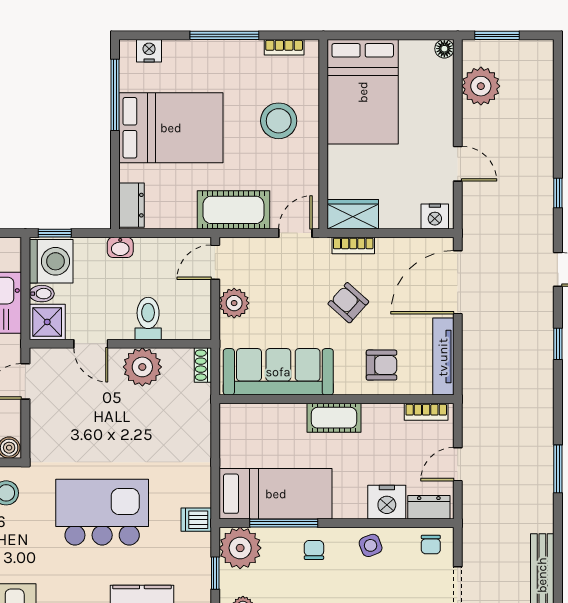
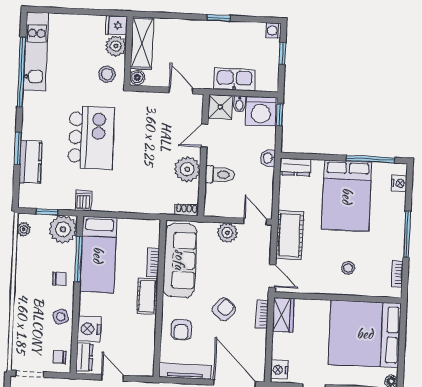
bed: (363, 92) -> (365, 334), width x1.36
stool: (279, 121) -> (348, 268), width x0.53, depth x0.53
bookcase: (426, 412) -> (153, 262), moved

